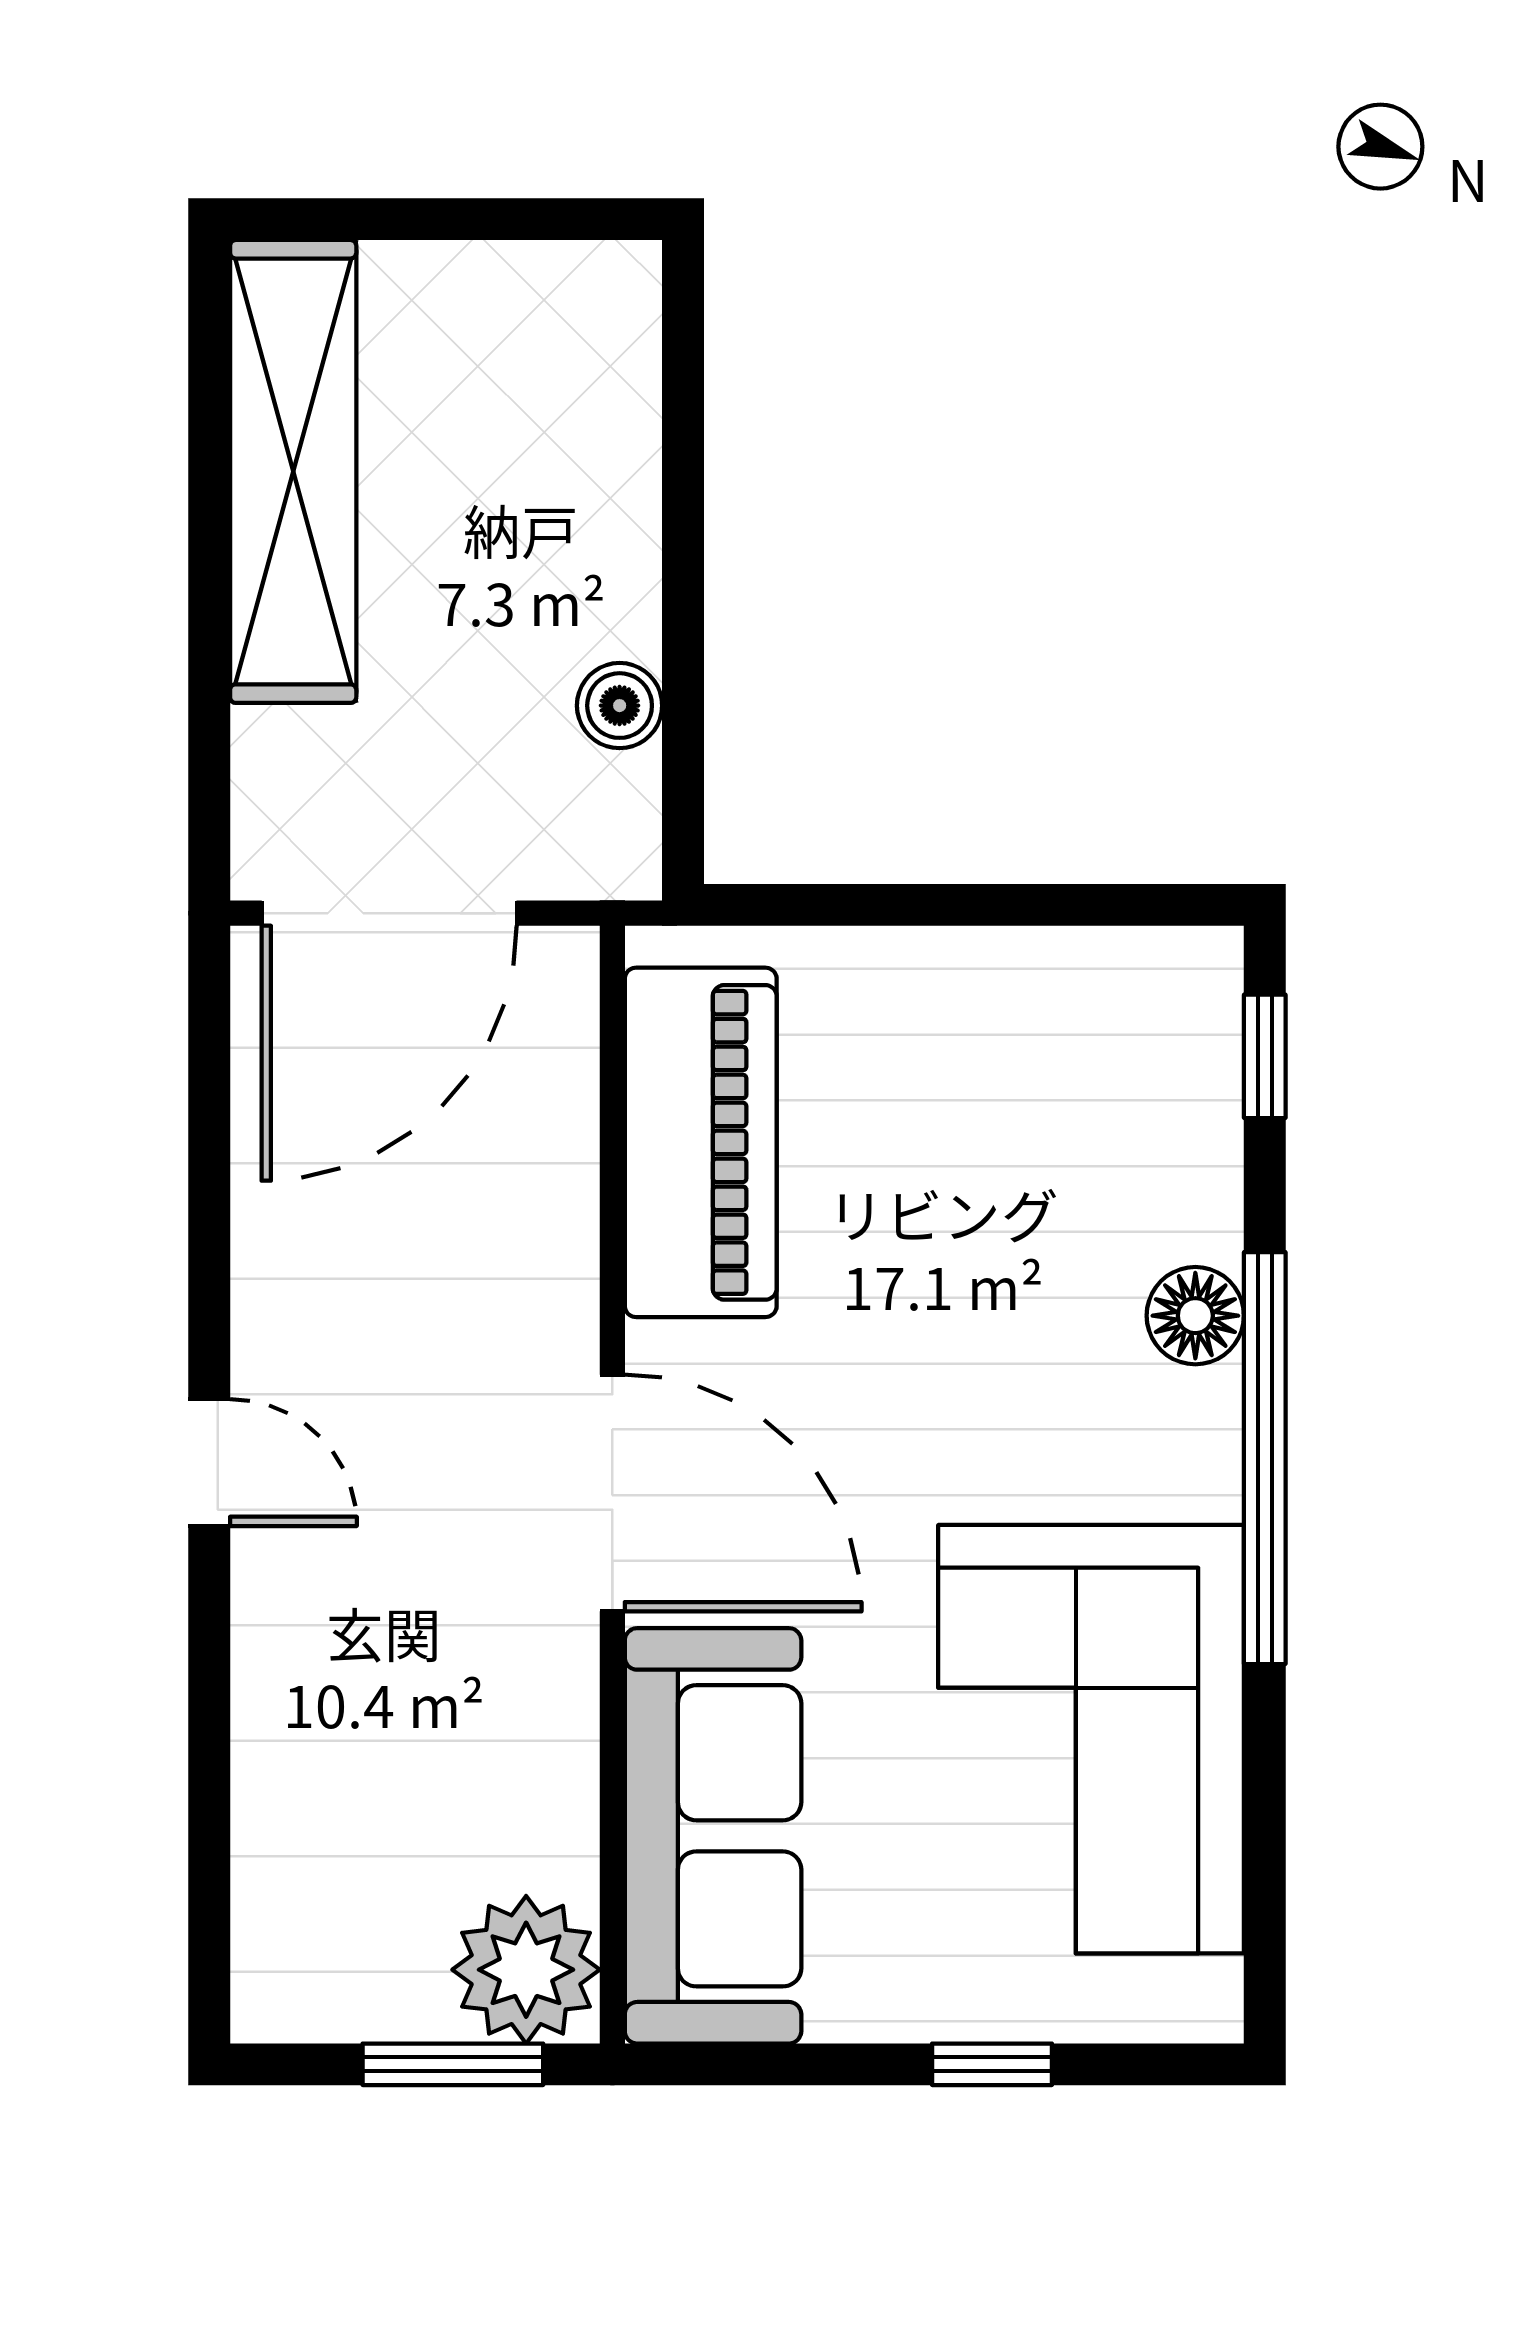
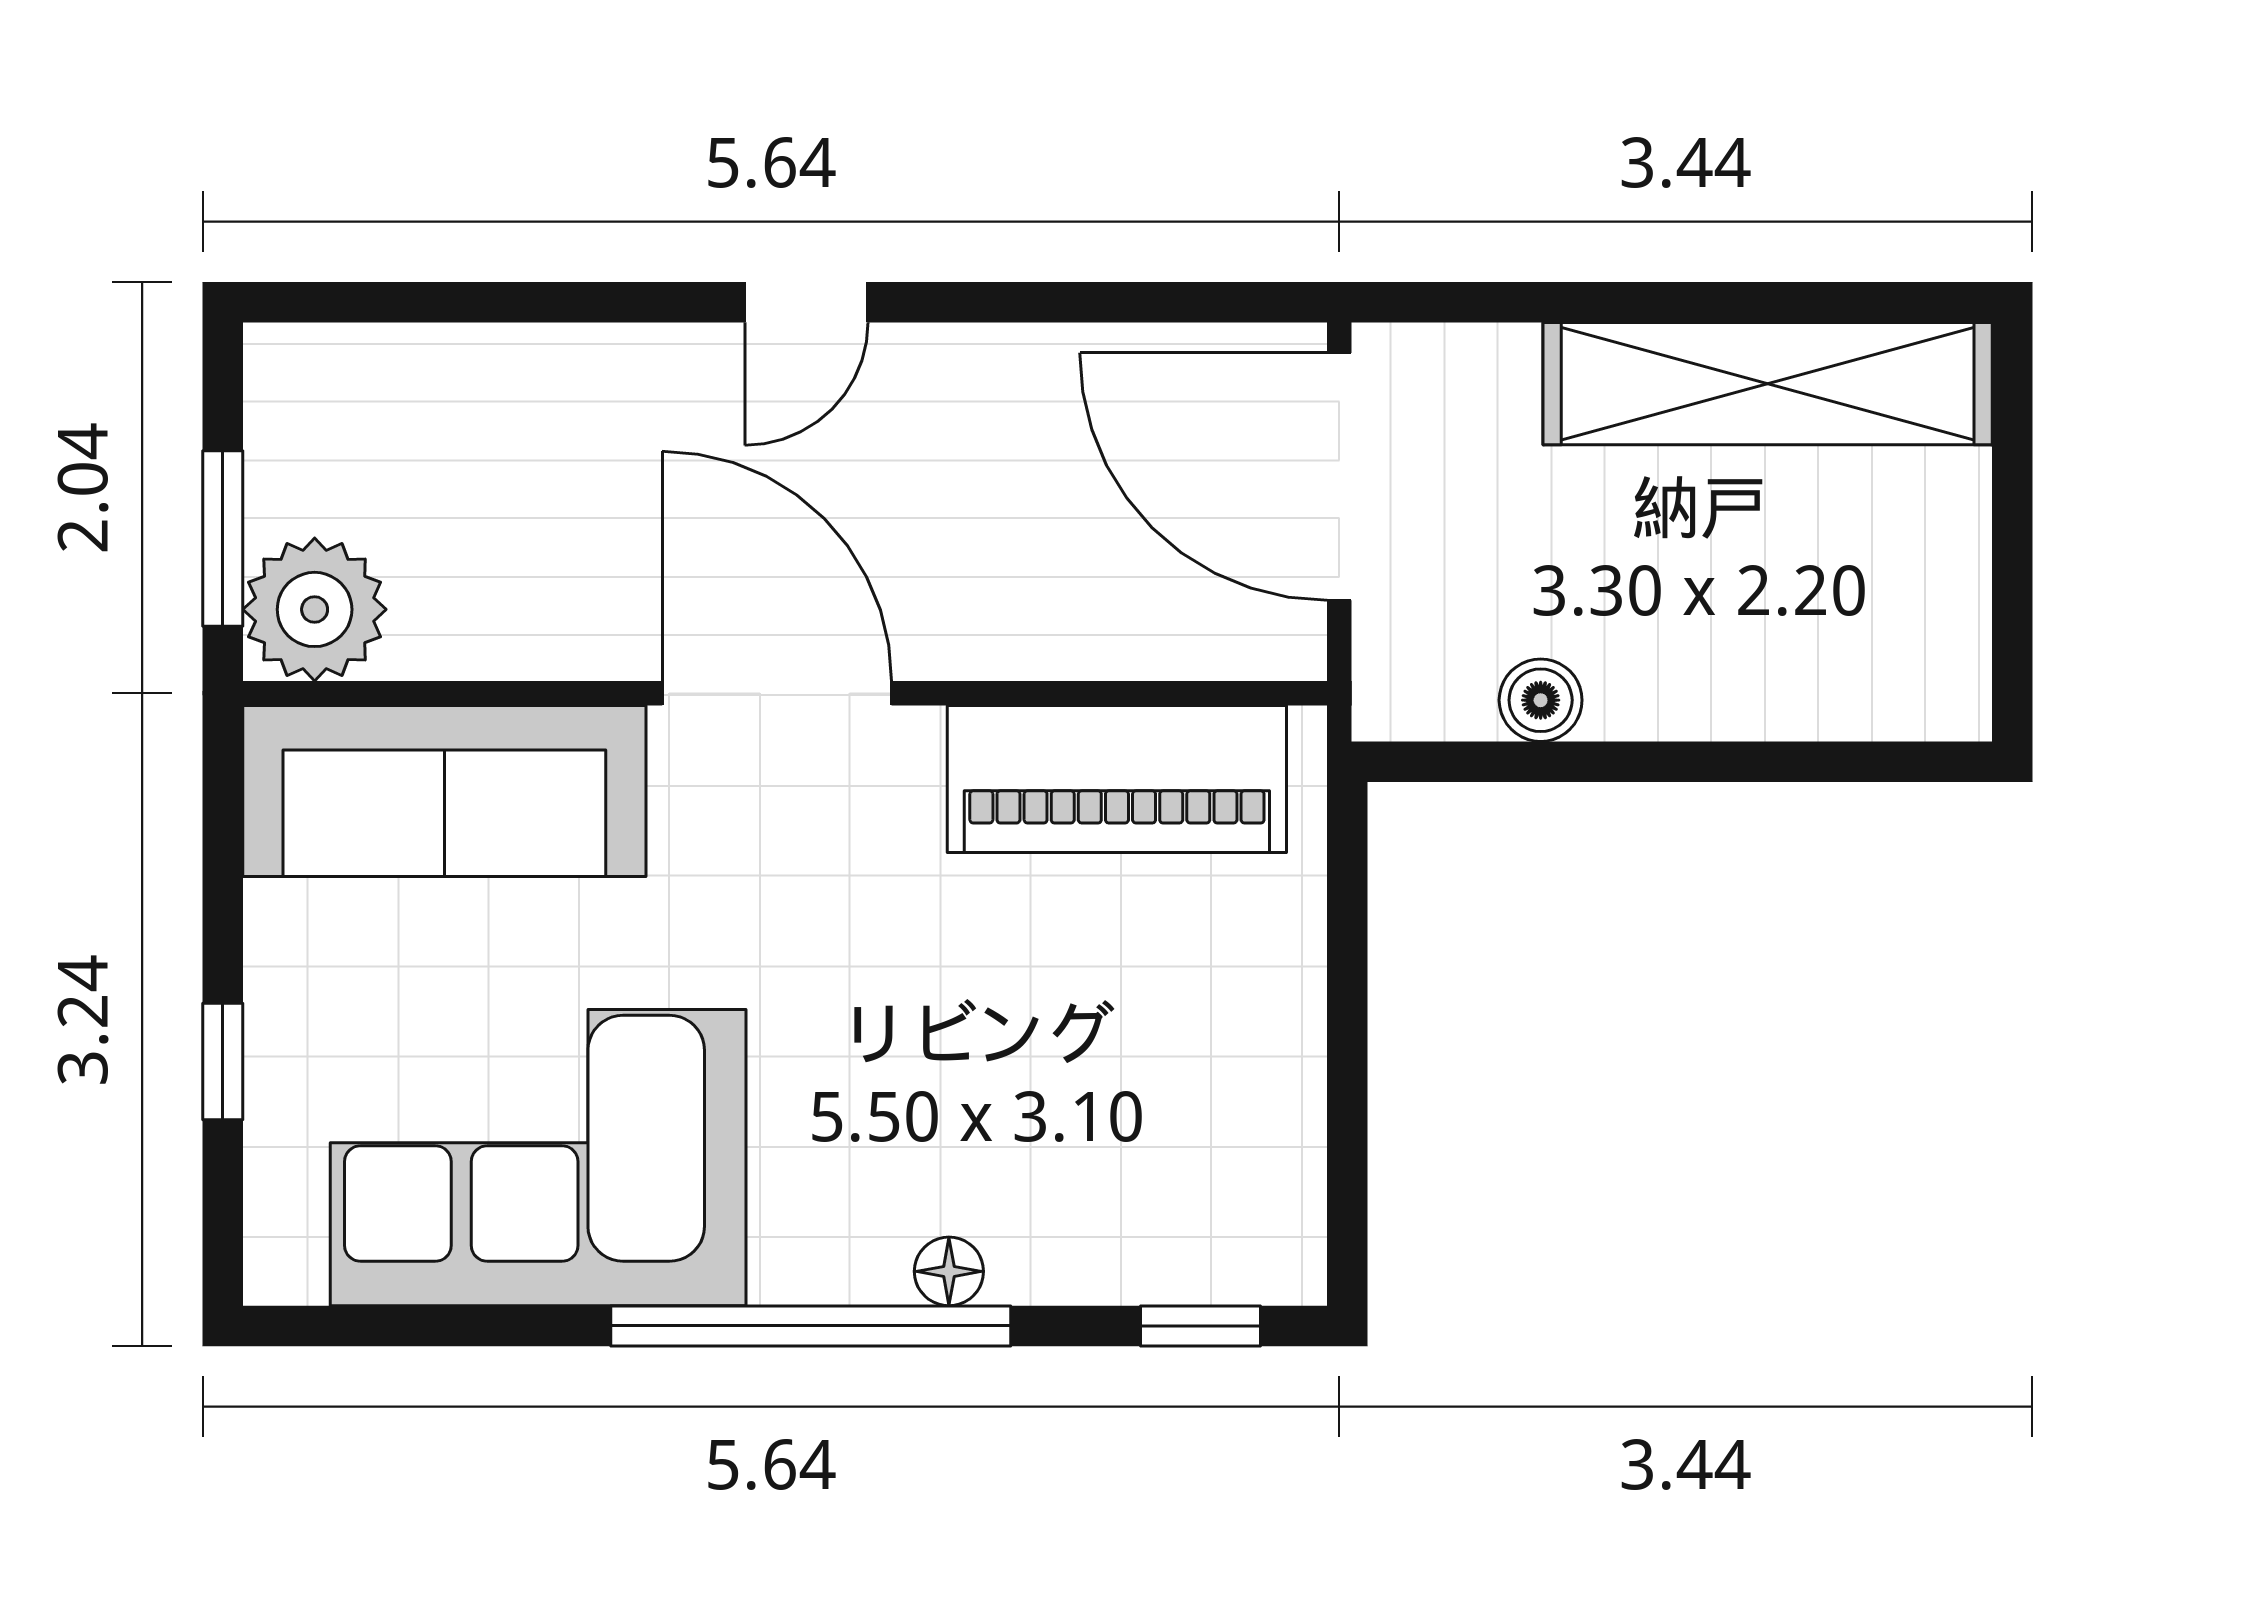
floor lamp: (1195, 1316) -> (949, 1271), width x0.73, depth x0.73
door: (612, 1493) -> (777, 693), swing flipped

